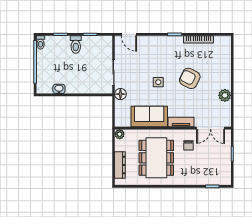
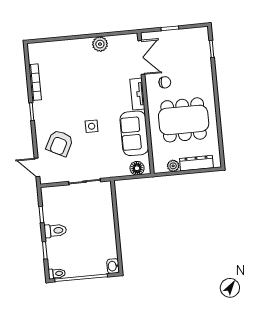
door: (129, 34) -> (37, 167), swing flipped
armchair: (190, 78) -> (60, 143), moved
washbasin: (59, 89) -> (113, 266), moved
floor lamp: (120, 94) -> (137, 168), moved
plant: (120, 134) -> (173, 166), moved

